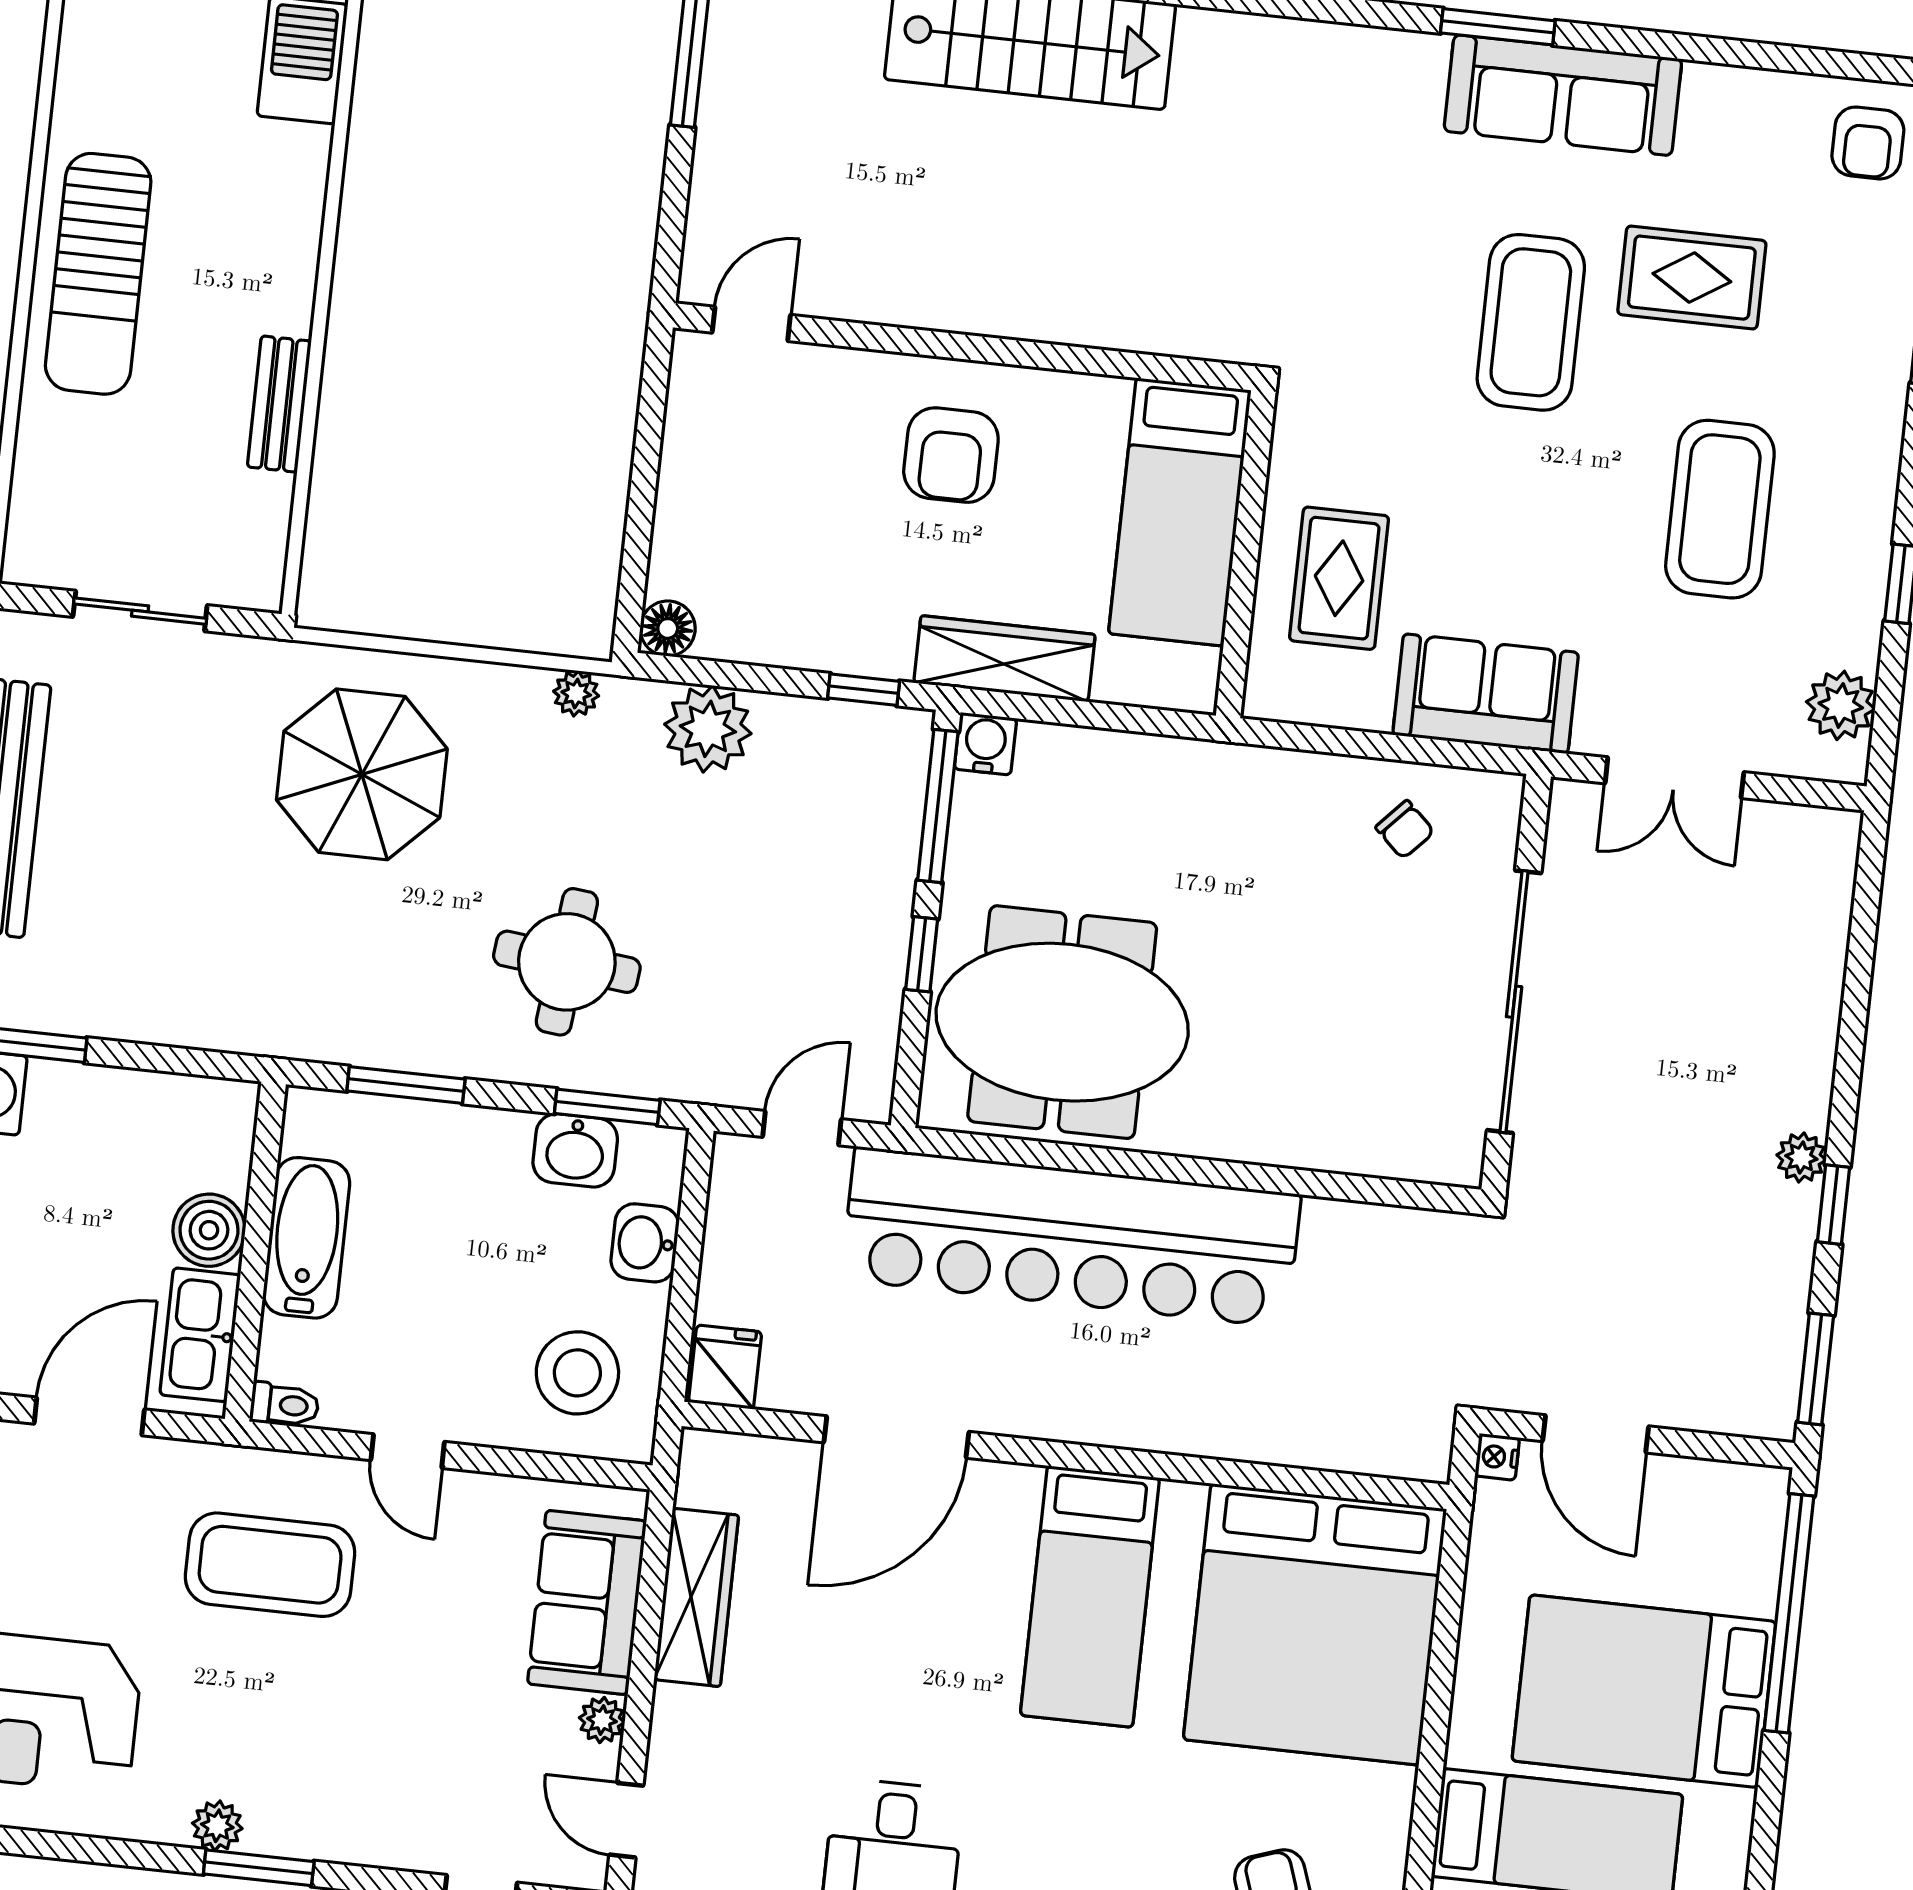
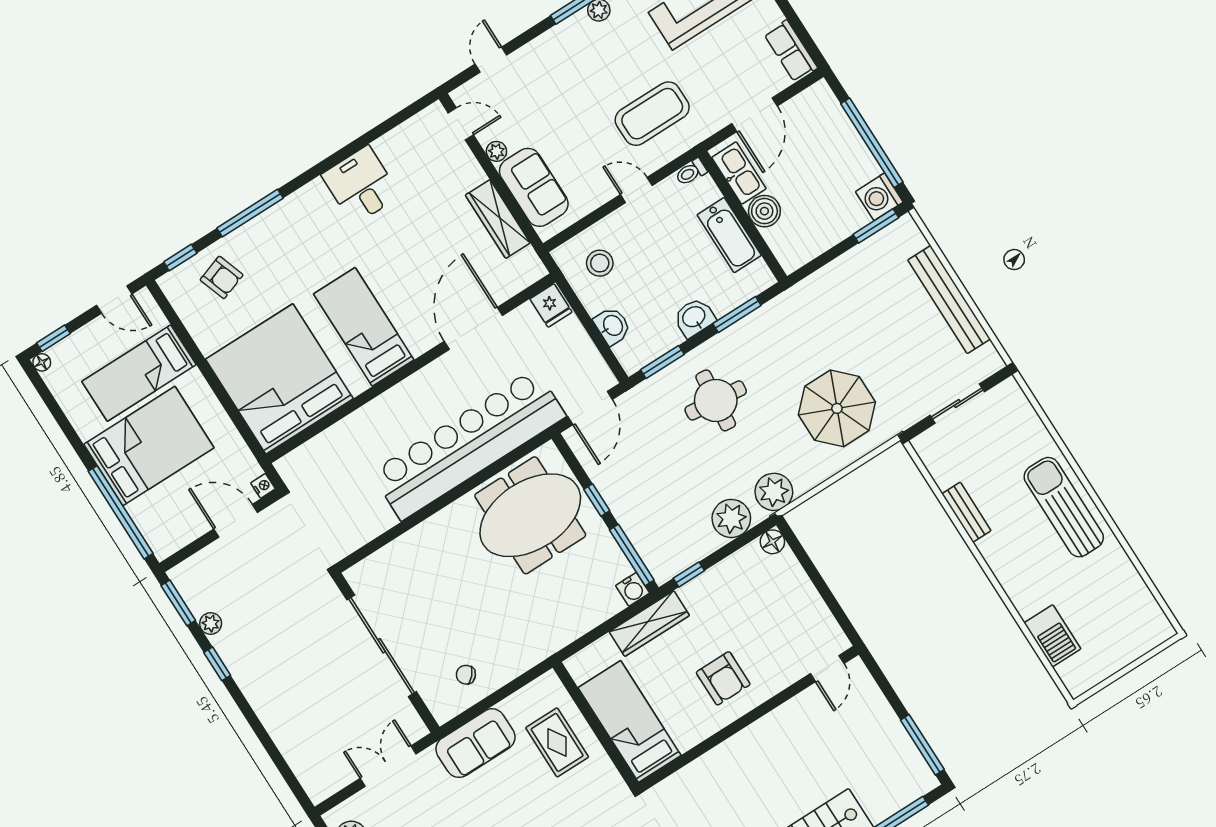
armchair: (951, 455) -> (723, 678), turned 180
plant: (576, 694) -> (774, 492), width x1.88, depth x1.88
door: (802, 1128) -> (590, 408), width x1.38
washbasin: (575, 1150) -> (694, 317), moved
plant: (1801, 1157) -> (211, 623), moved
stool: (577, 1373) -> (600, 263), width x0.73, depth x0.73

